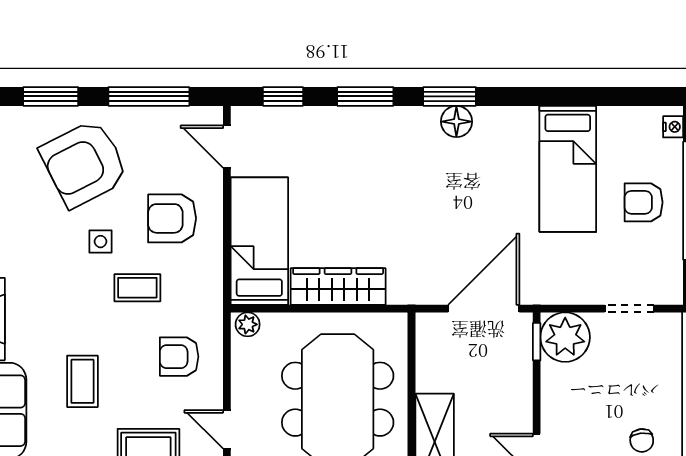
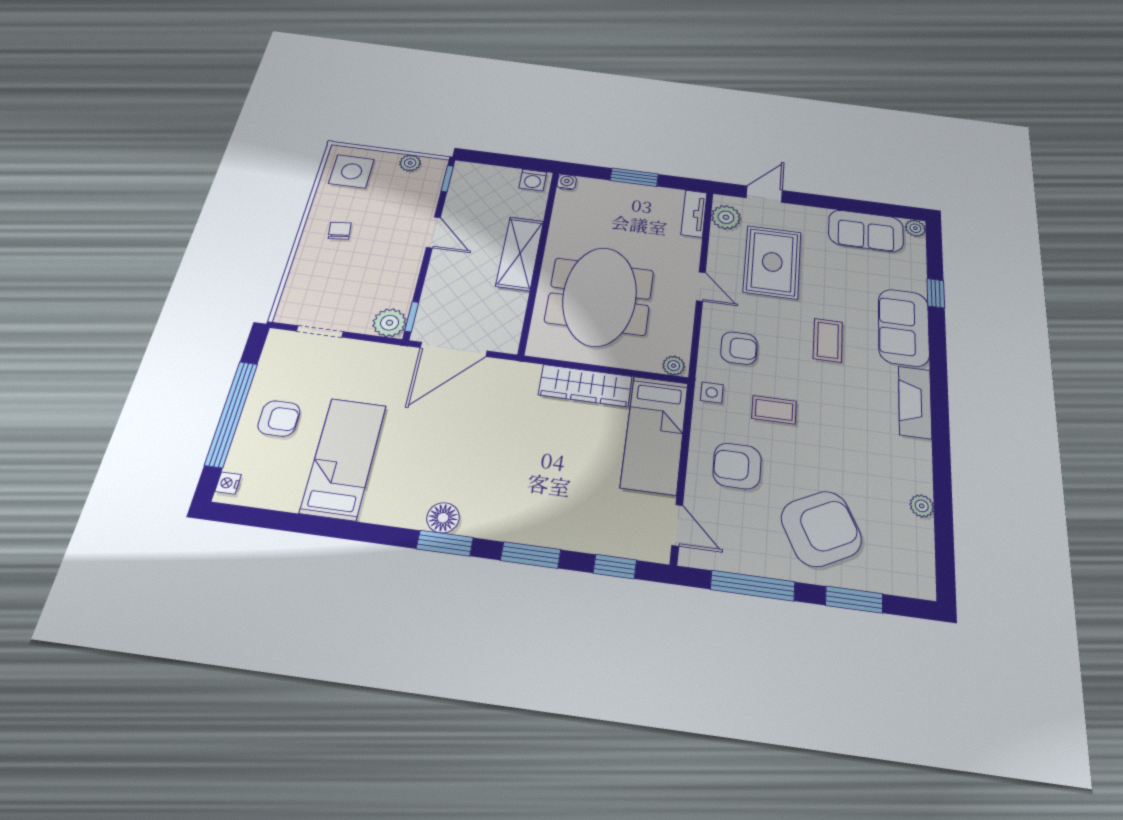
armchair: (172, 218) -> (737, 466), turned 180
side table: (100, 242) -> (712, 393), moved
plant: (565, 337) -> (389, 323), width x0.73, depth x0.73

